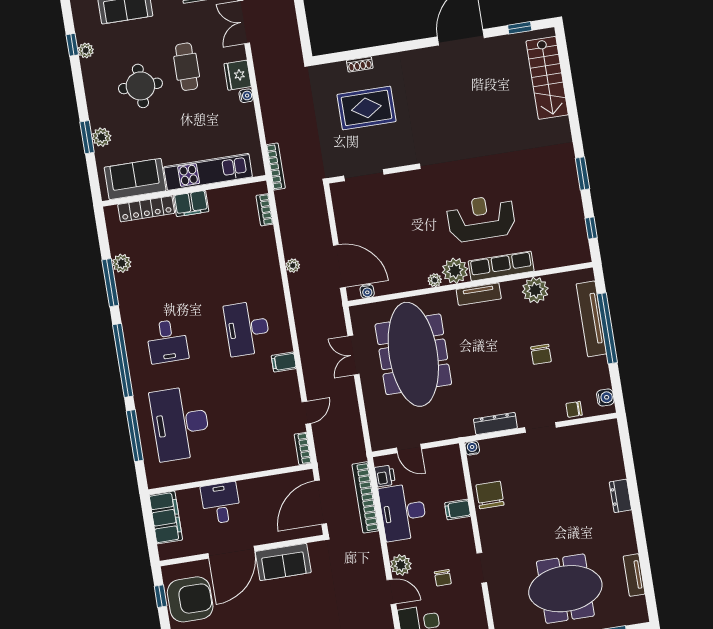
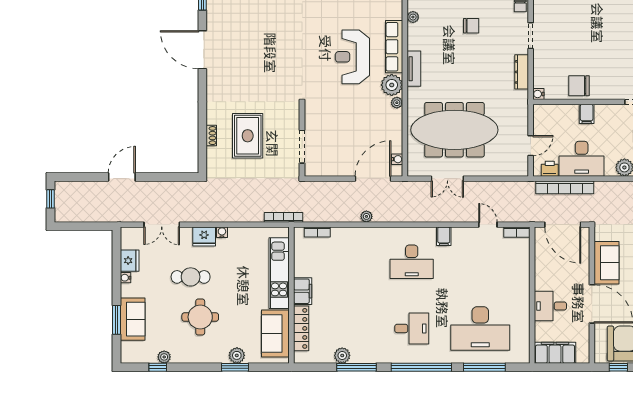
plant: (535, 290) -> (413, 17), width x0.53, depth x0.53

